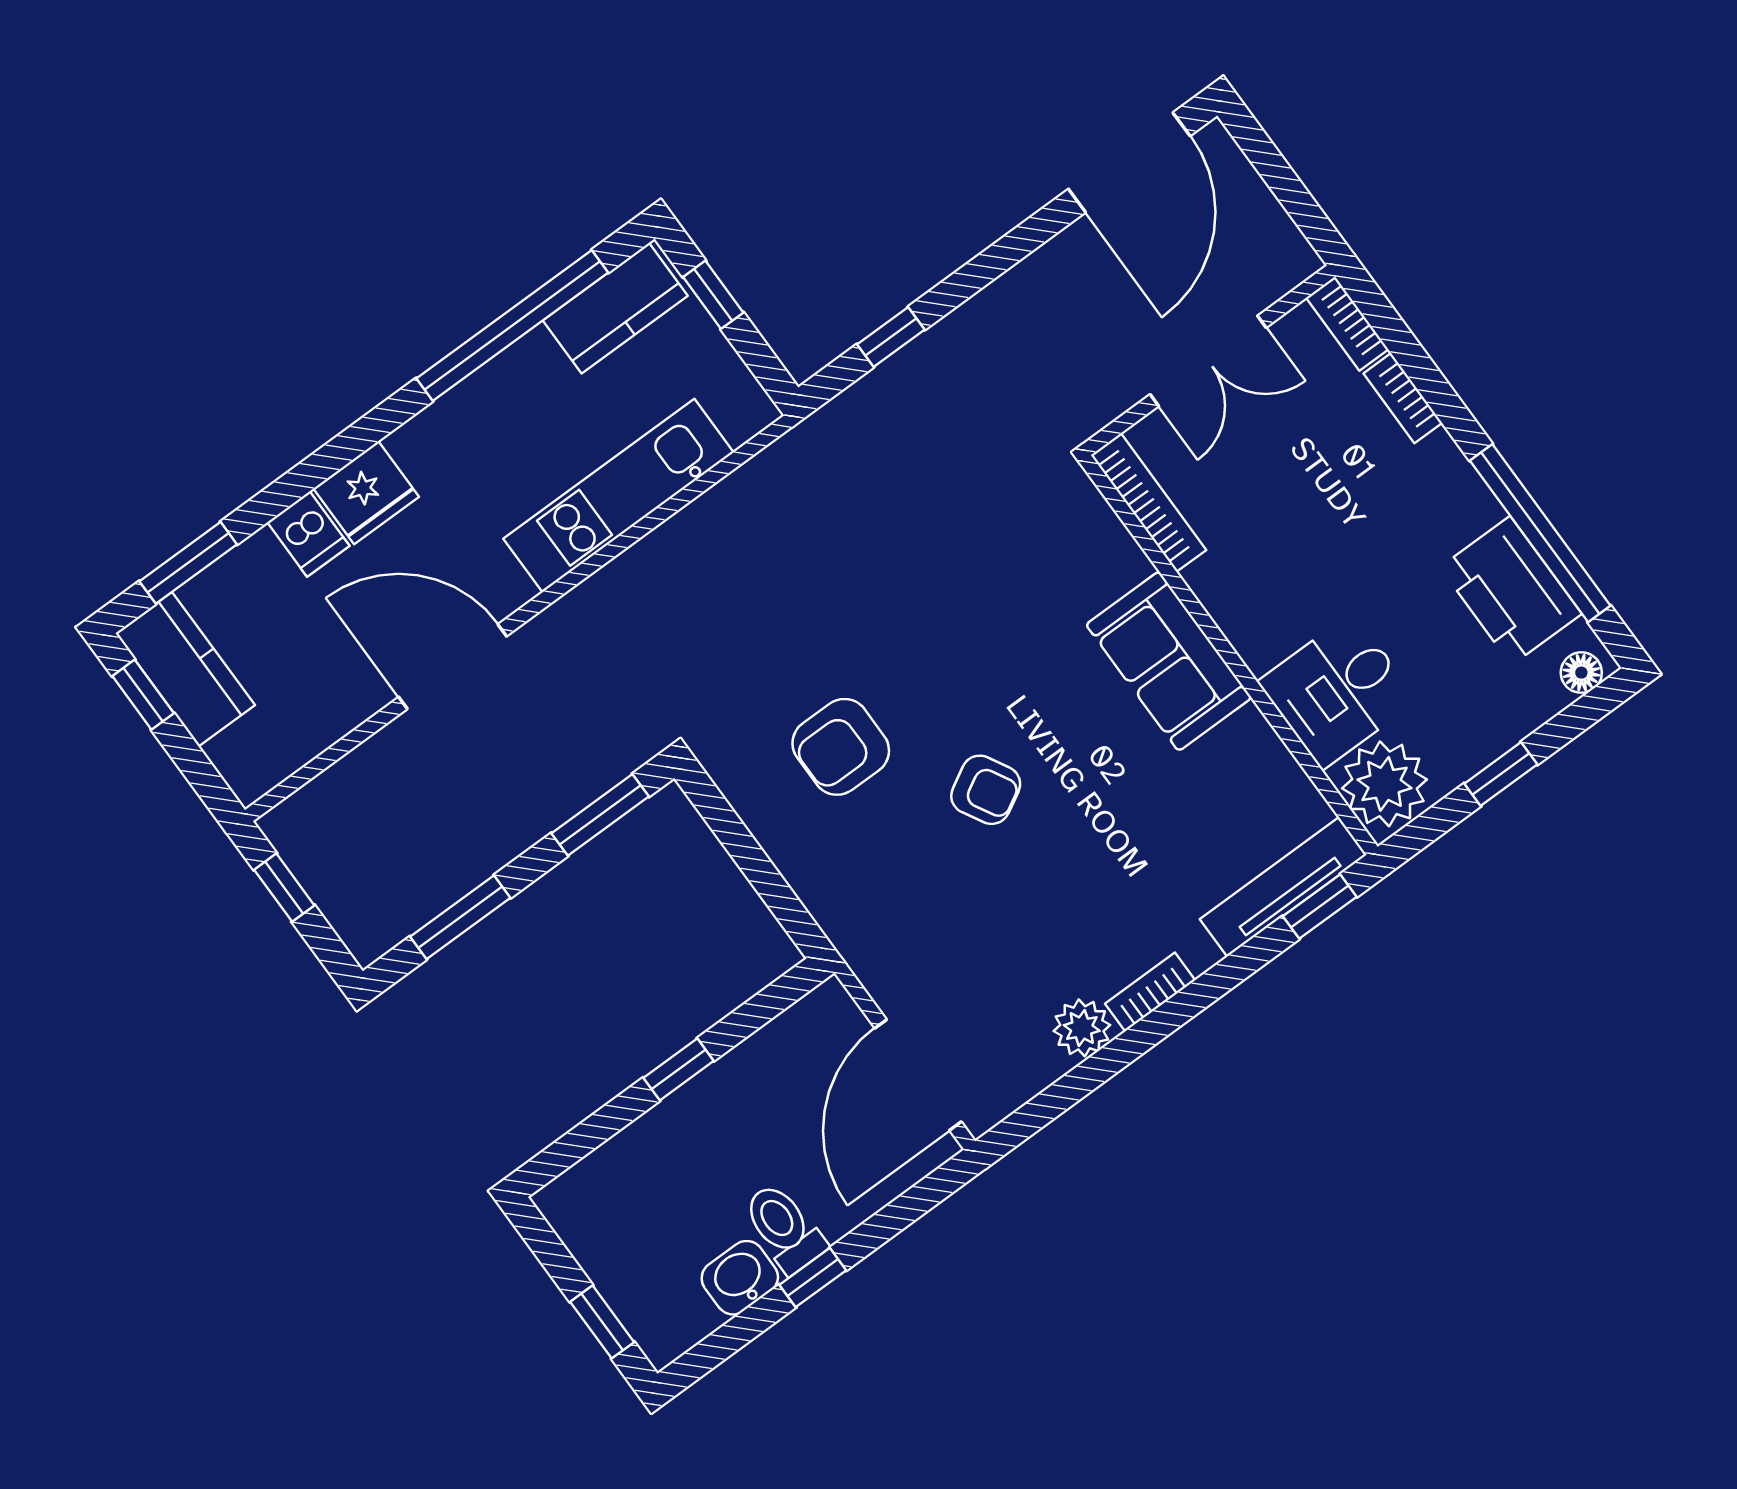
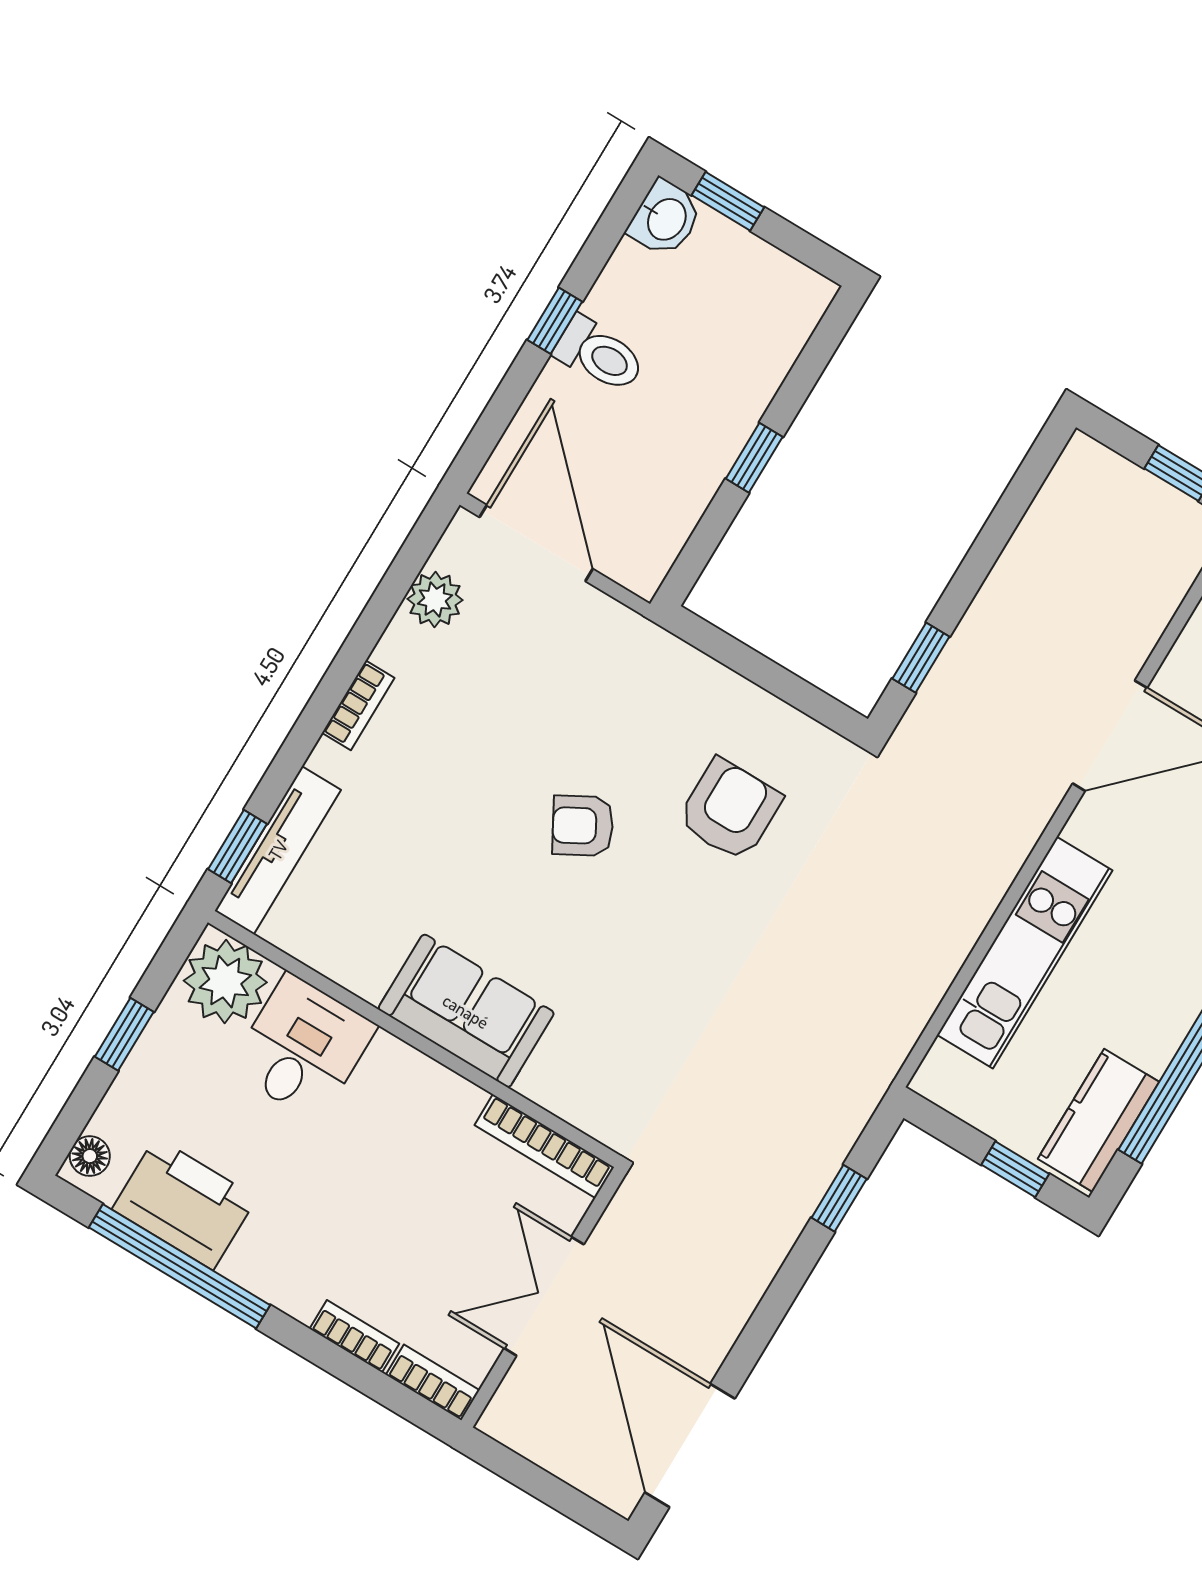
window: (600, 815) -> (921, 658), width x0.67
window: (460, 917) -> (1008, 513), removed
plant: (1082, 1028) -> (435, 600), moved
washbasin: (740, 1278) -> (665, 219), moved

